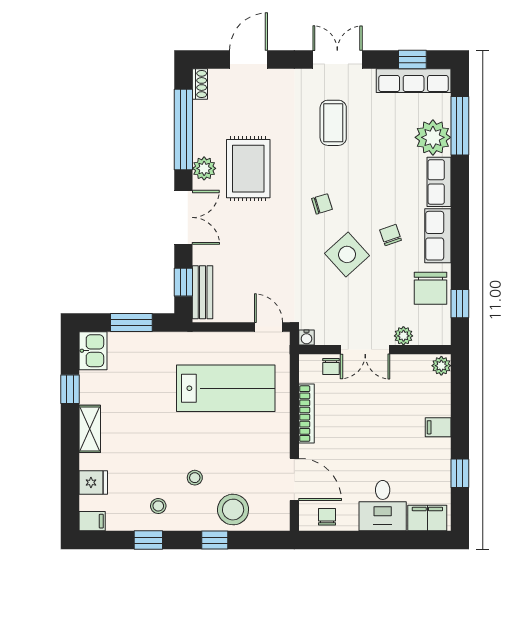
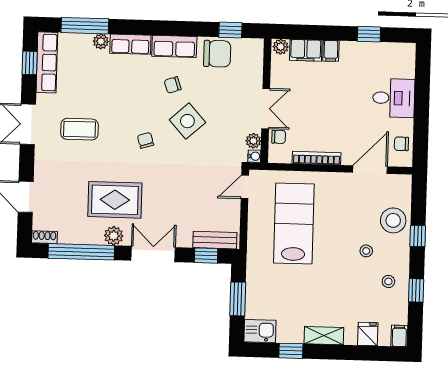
plant: (433, 137) -> (101, 41), width x0.53, depth x0.53
plant: (403, 336) -> (253, 141), moved
filing cabinet: (427, 518) -> (306, 50), moved, turned -90

